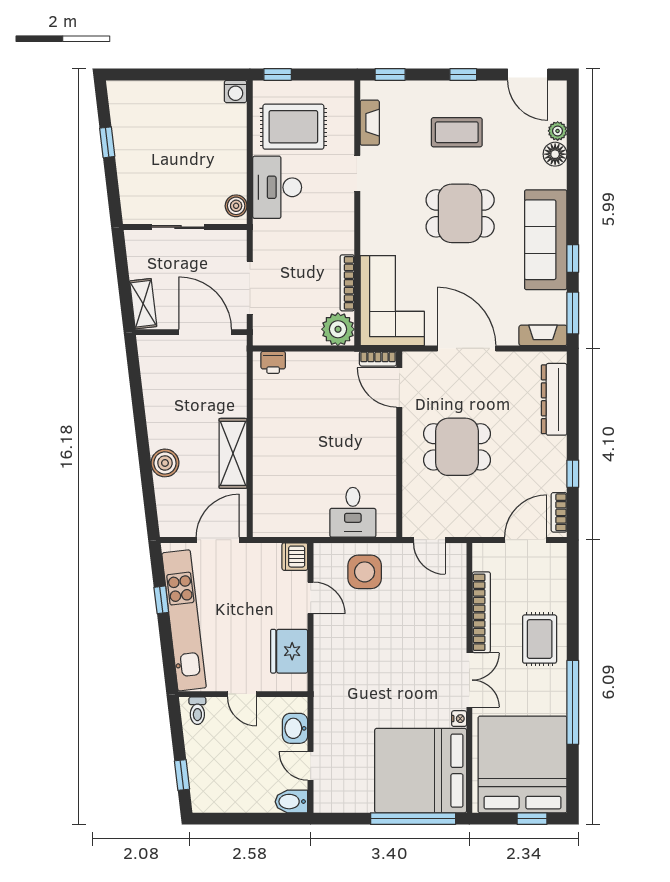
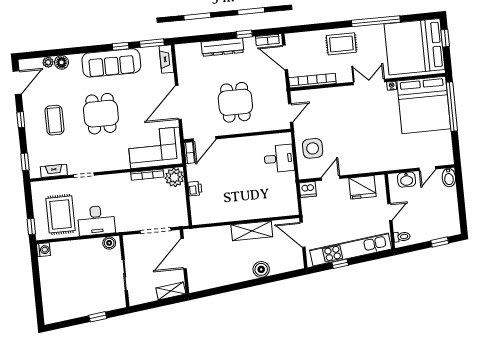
window: (107, 142) -> (98, 317), moved
printer: (273, 362) -> (195, 189), moved
dresser: (554, 399) -> (223, 47), moved
bookcase: (481, 612) -> (312, 81), moved

